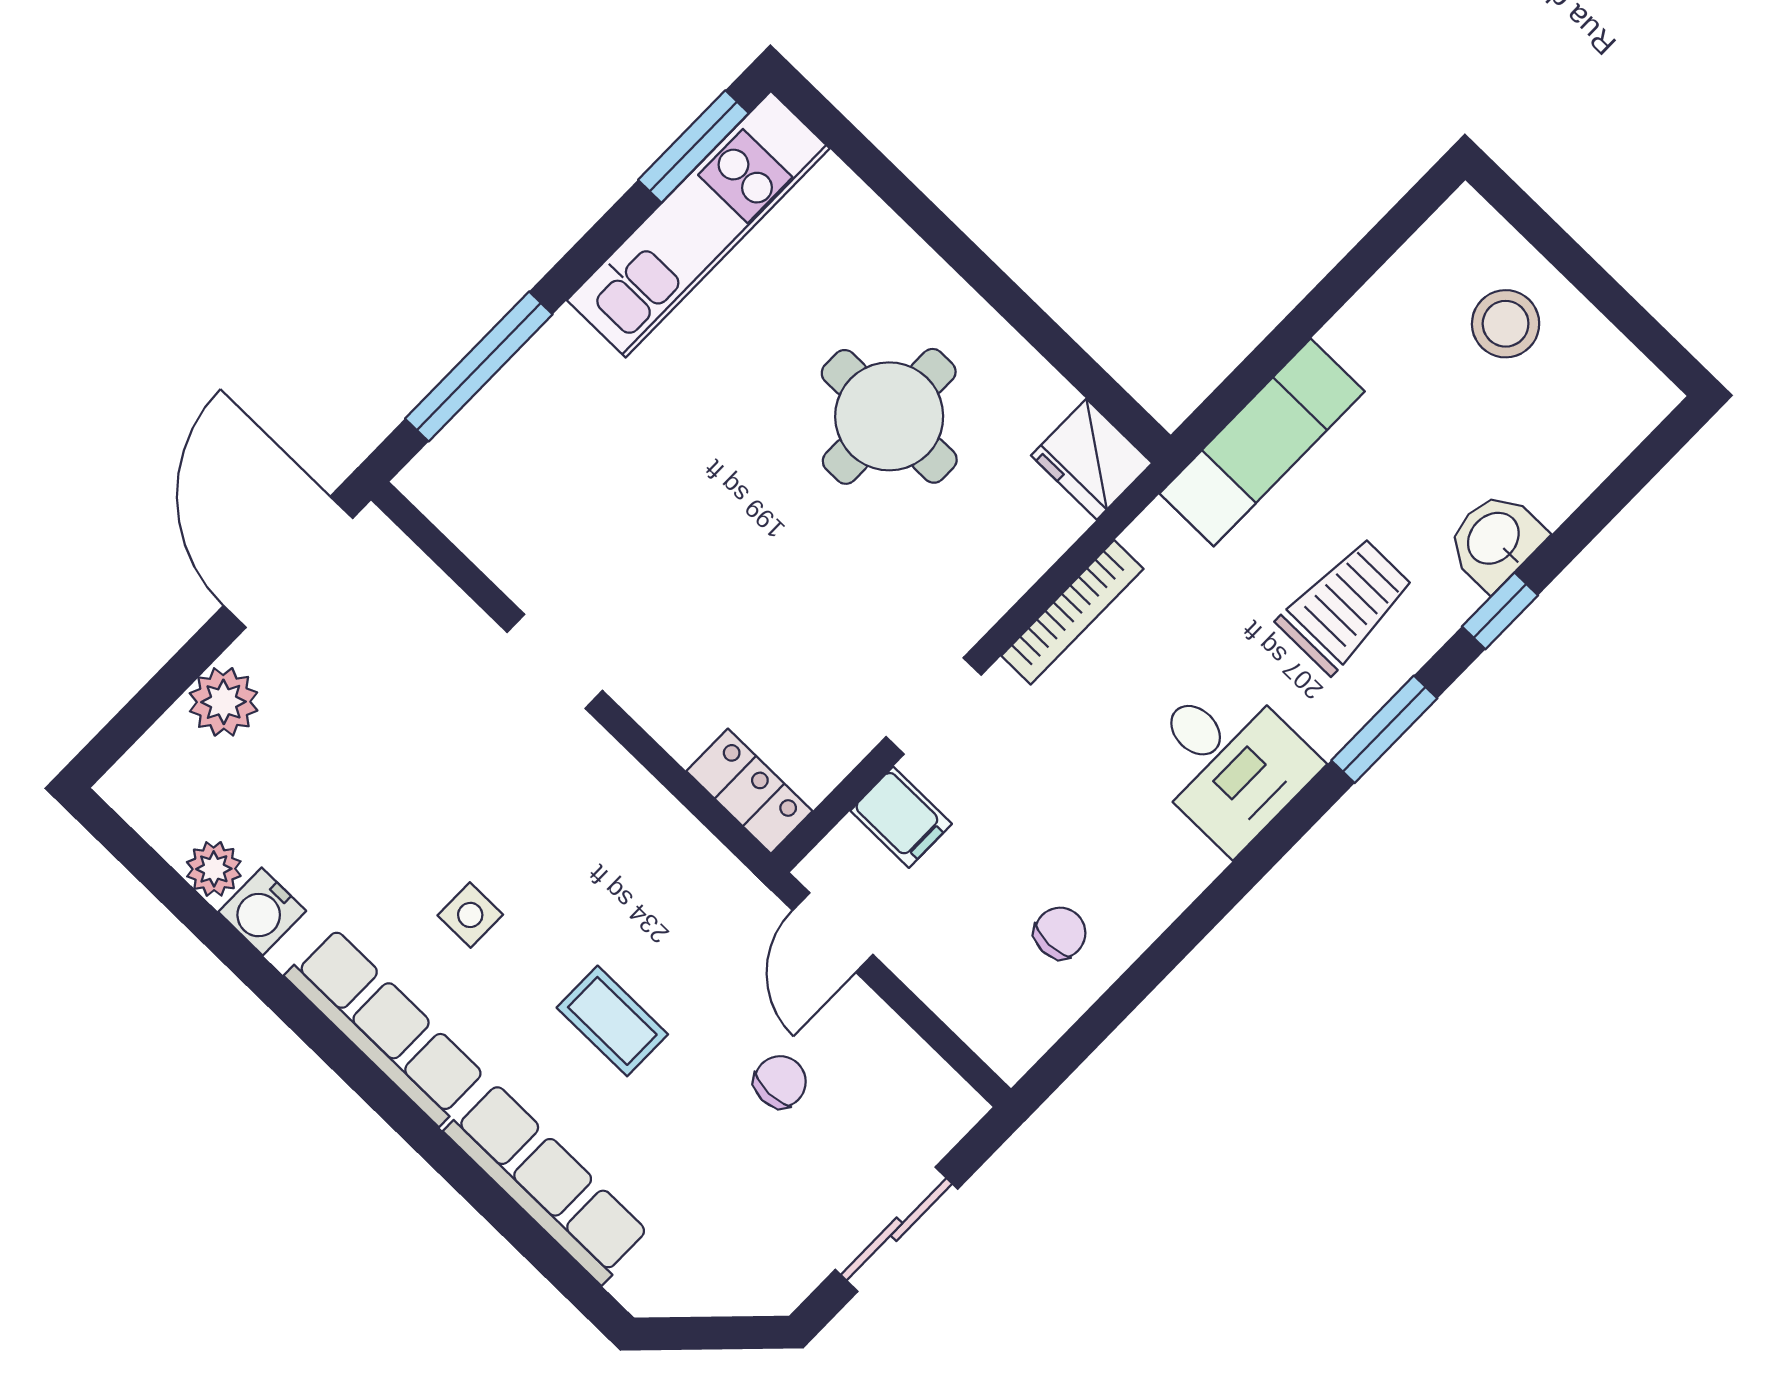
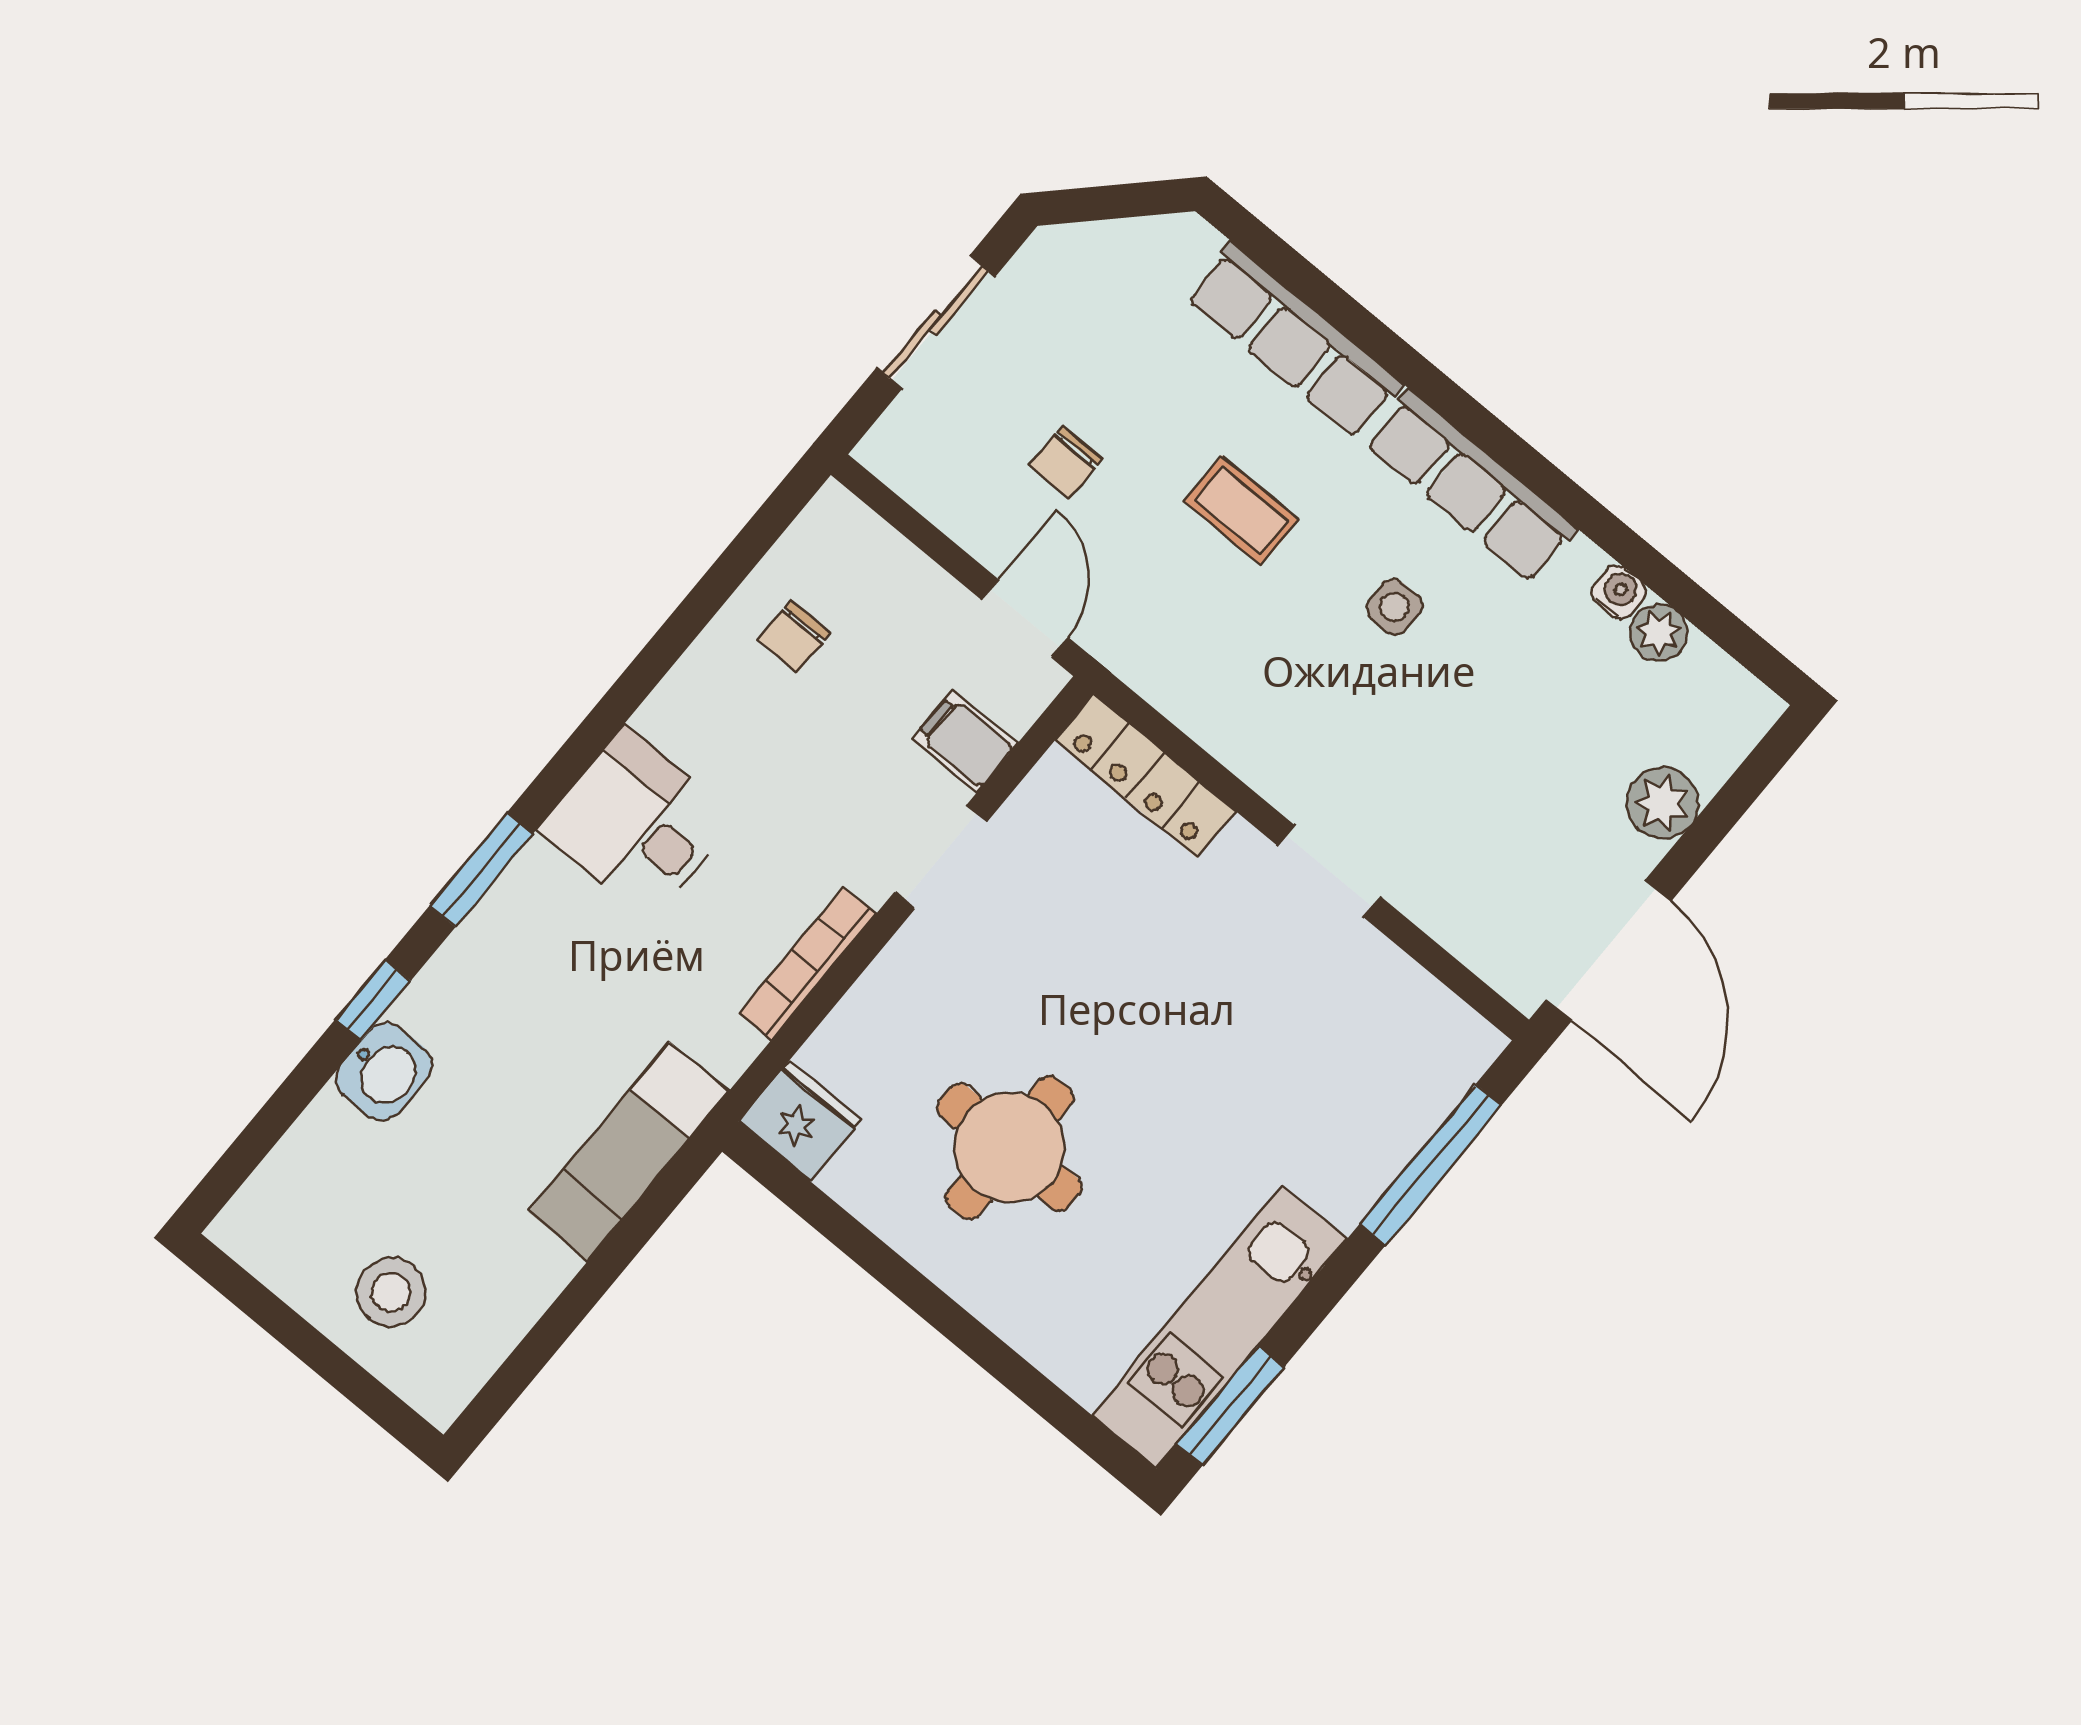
trolley: (1345, 605) -> (531, 993), removed
locker: (749, 791) -> (1145, 776), width x1.53
water cooler: (262, 911) -> (1619, 592), width x0.72, depth x0.72

